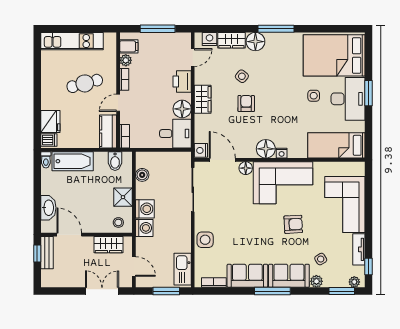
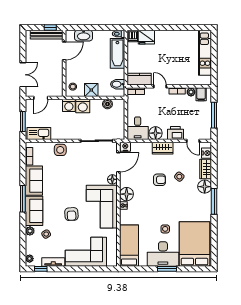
cafe table: (85, 83) -> (174, 62), removed
wardrobe: (108, 245) -> (57, 79), removed
bench: (47, 253) -> (47, 35), width x1.36
window: (342, 291) -> (23, 249), removed

